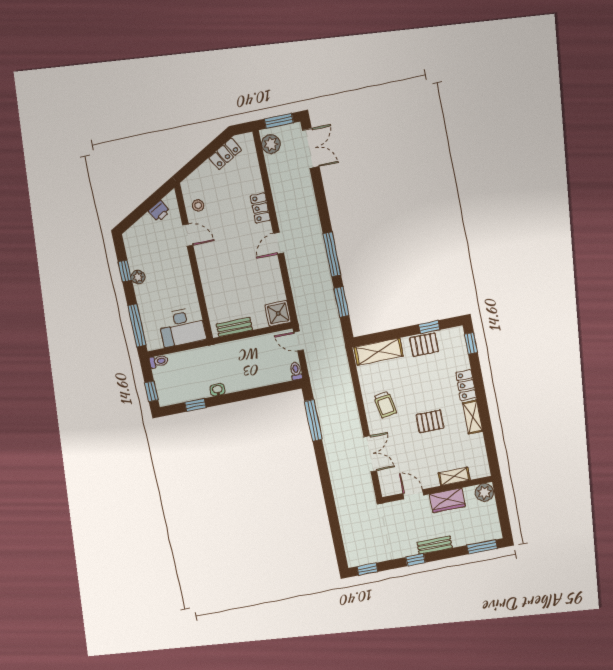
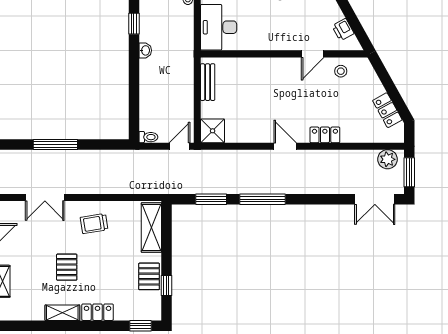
window: (313, 420) -> (55, 144), moved

